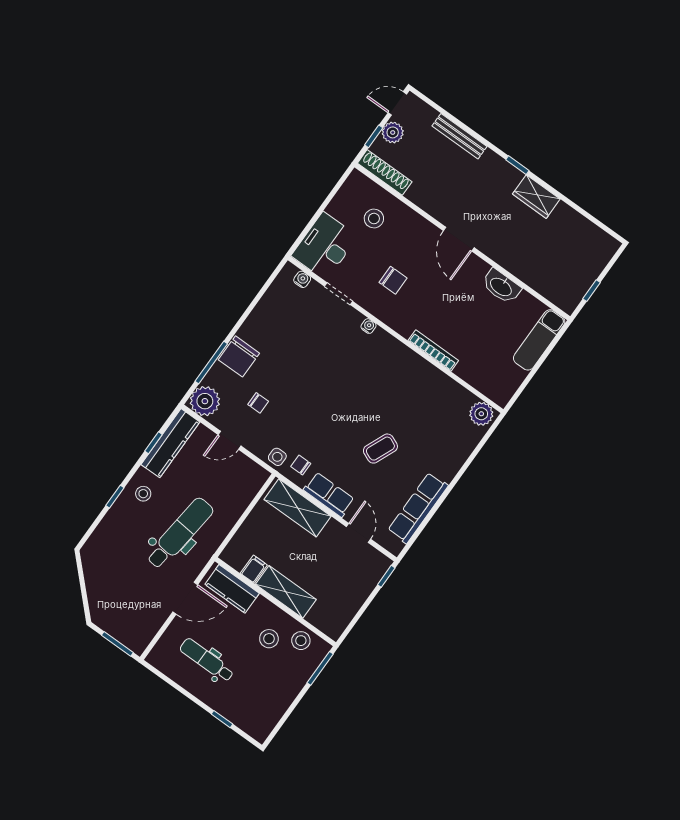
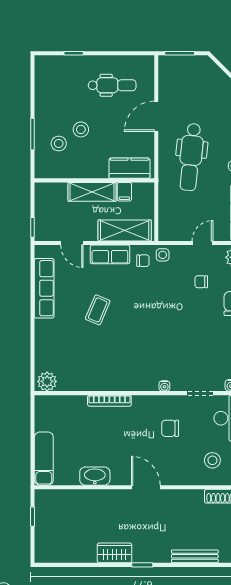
filing cabinet: (254, 569) -> (124, 192), moved
kitchen counter: (232, 589) -> (129, 168), moved
shelving: (286, 592) -> (92, 192), moved
wall: (275, 602) -> (94, 180), moved

